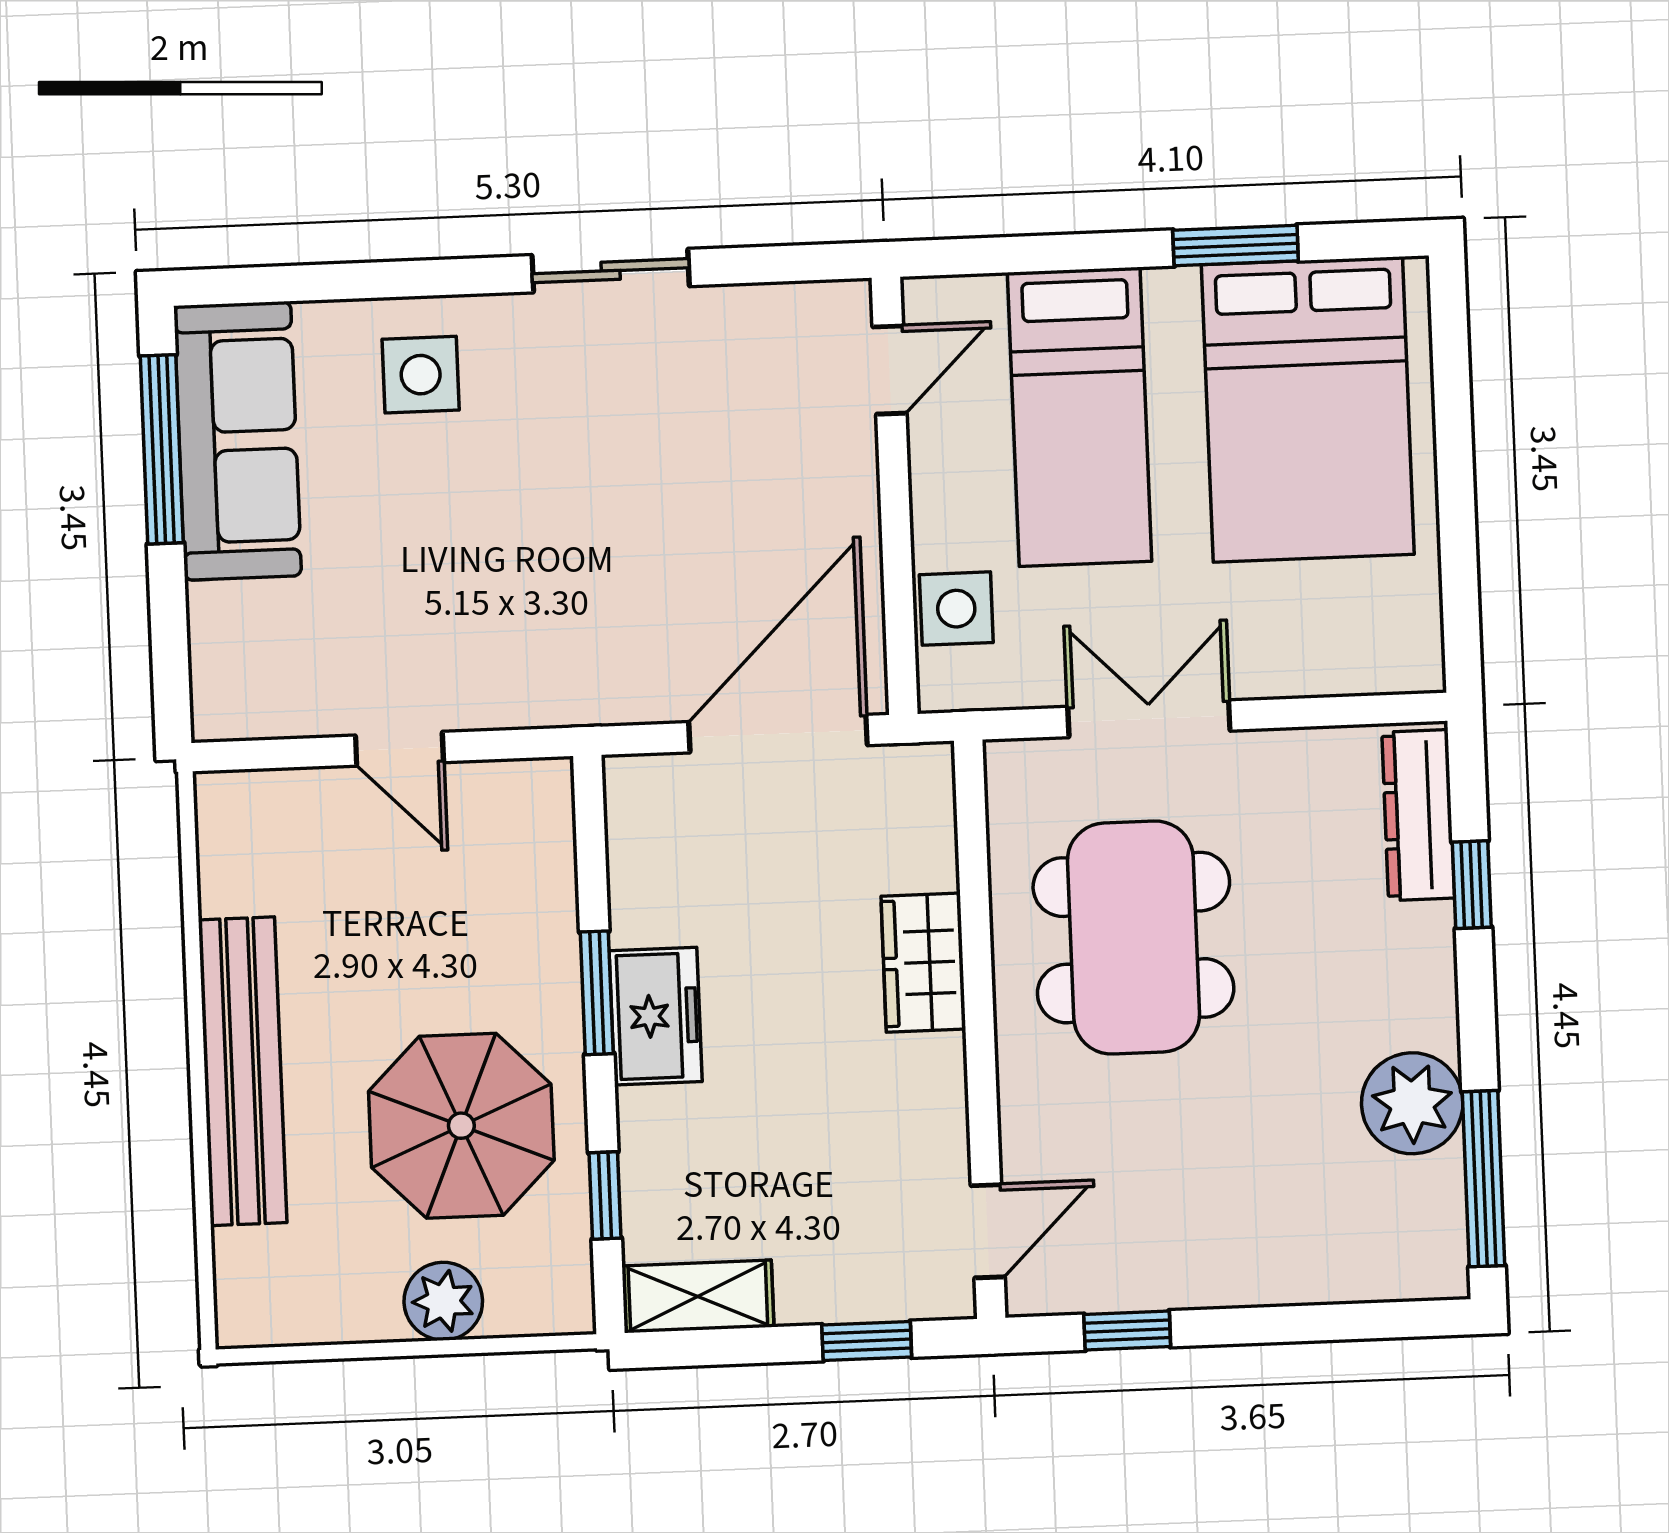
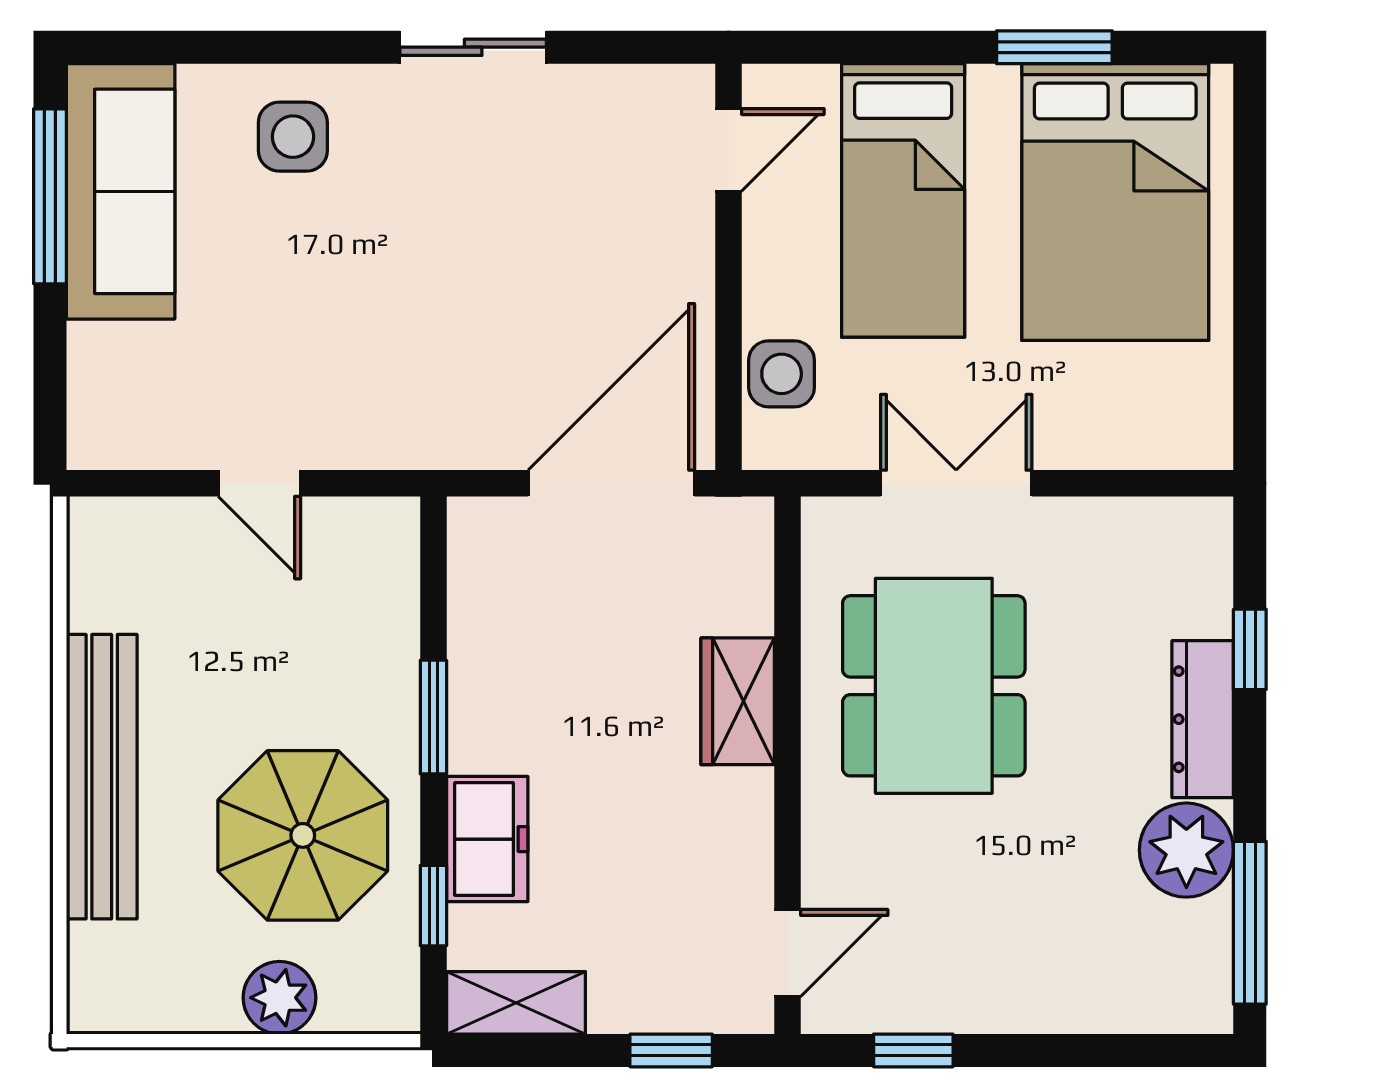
dresser: (1418, 815) -> (1203, 719), moved
freezer: (656, 1016) -> (487, 839), moved

